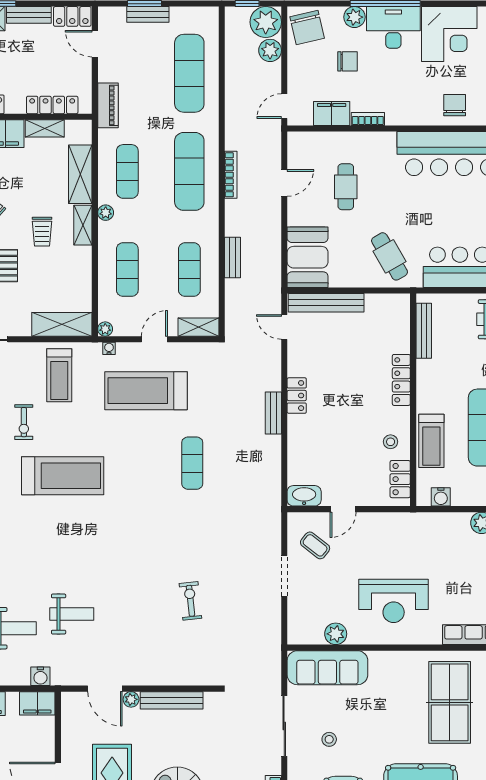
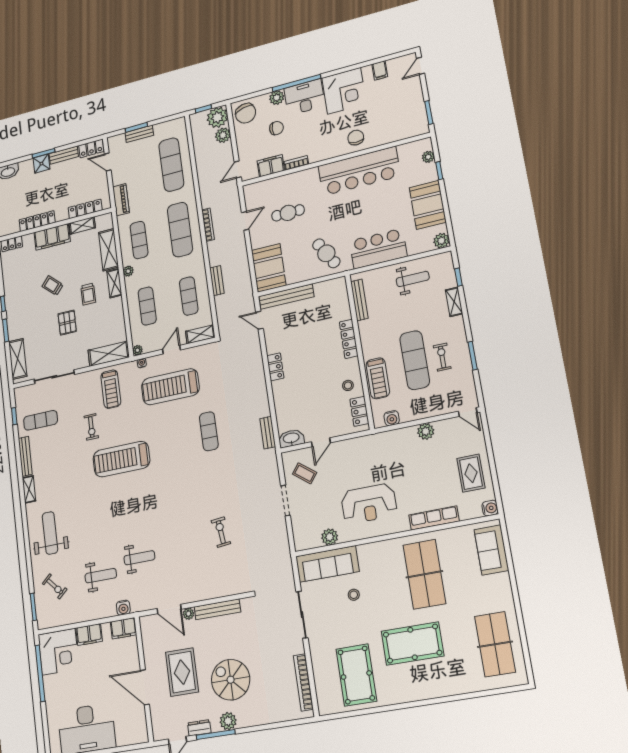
cafe table: (346, 187) -> (288, 213), turned 90
bench: (273, 413) -> (268, 433), moved
treadmill: (63, 476) -> (121, 459), turned 180
stool: (329, 739) -> (354, 595), moved

